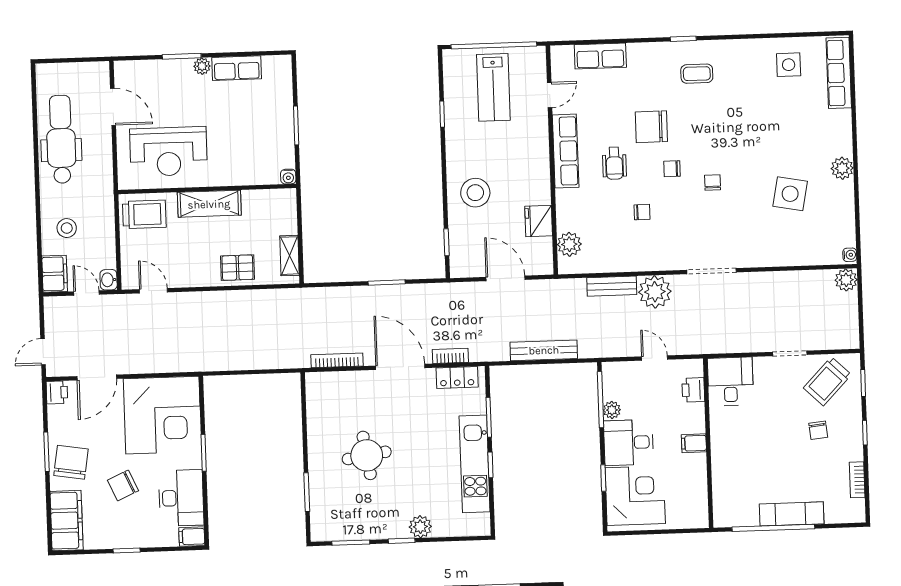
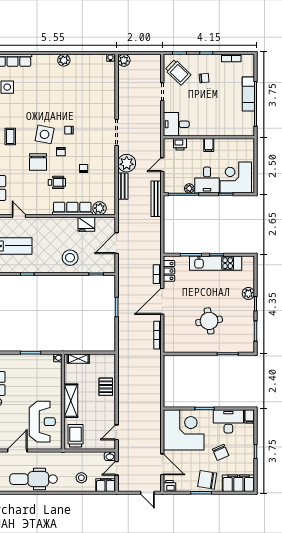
row of seats: (566, 151) -> (72, 208), moved
side table: (790, 194) -> (45, 134), moved
shelving: (289, 256) -> (78, 359), moved
bench: (544, 350) -> (156, 199), moved

